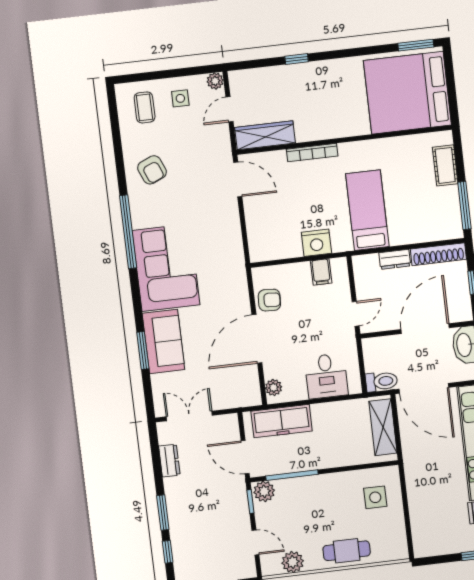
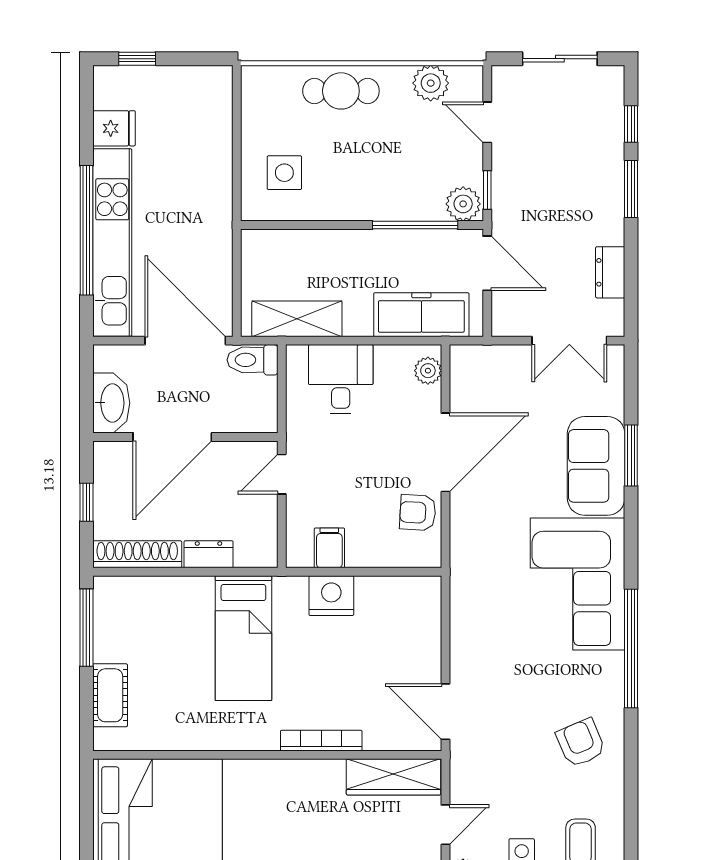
shelving: (383, 427) -> (297, 319), moved, turned 90

